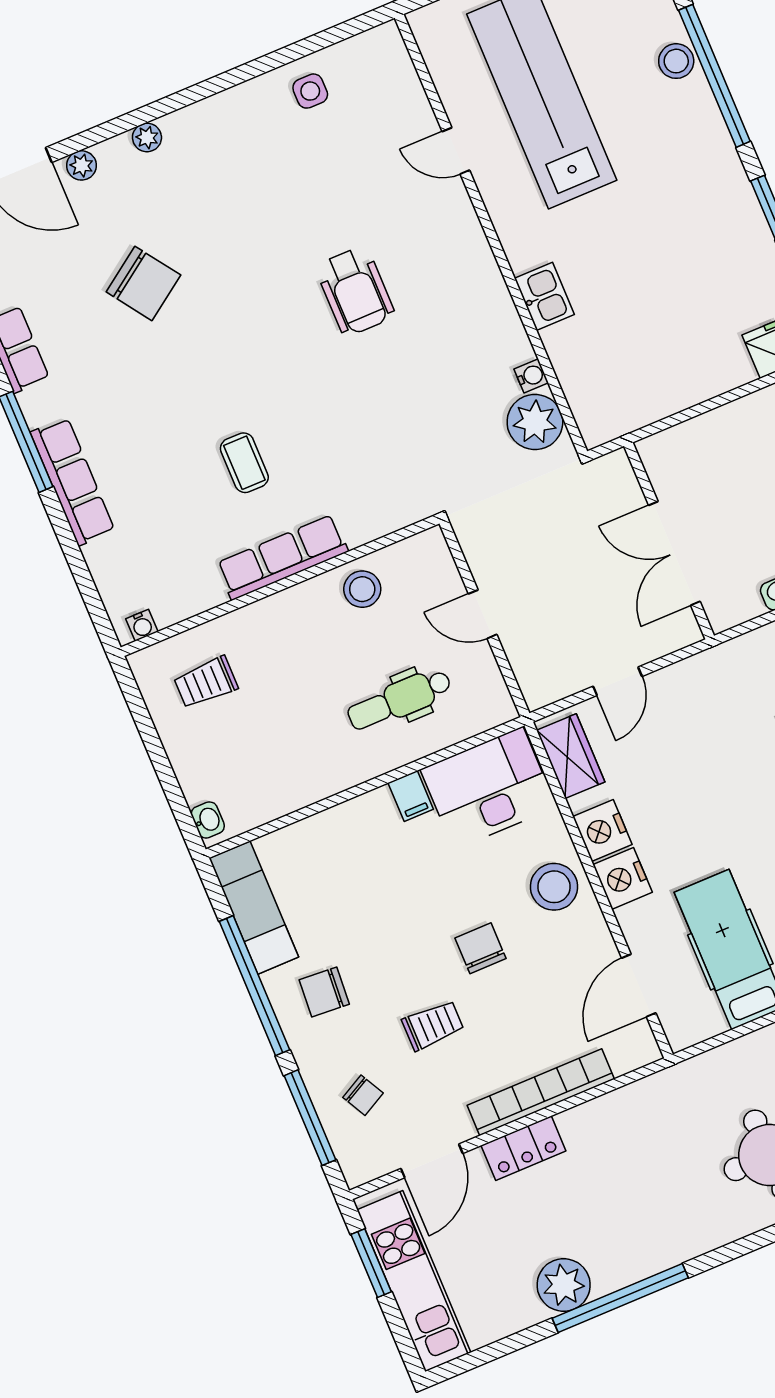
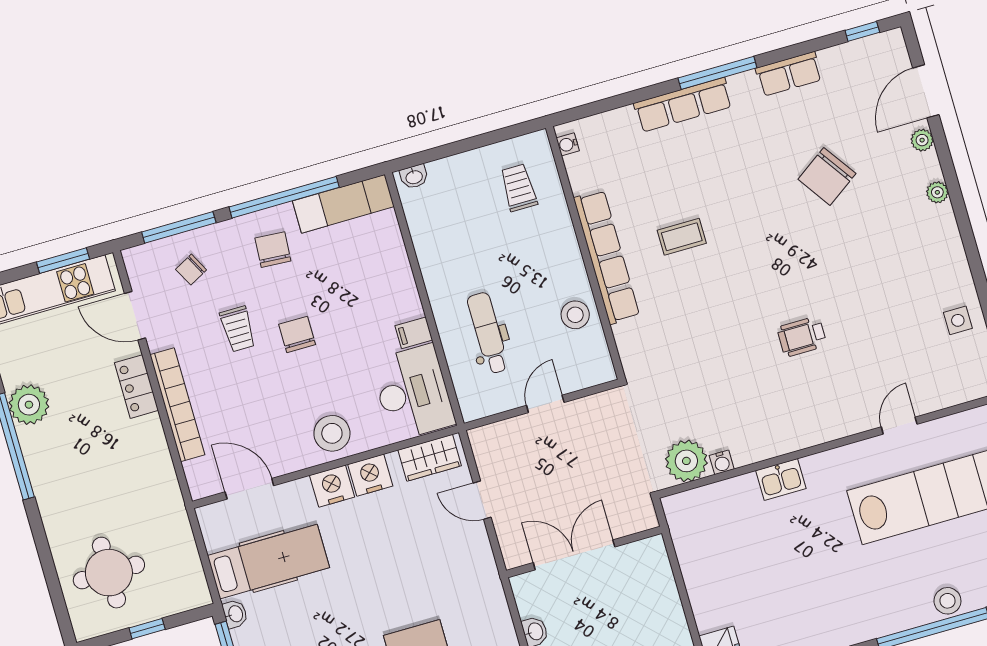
wheelchair: (355, 291) -> (802, 336), width x0.73, depth x0.73
row of seats: (282, 557) -> (607, 257), width x1.36
chair: (481, 948) -> (297, 334), moved, turned -90

